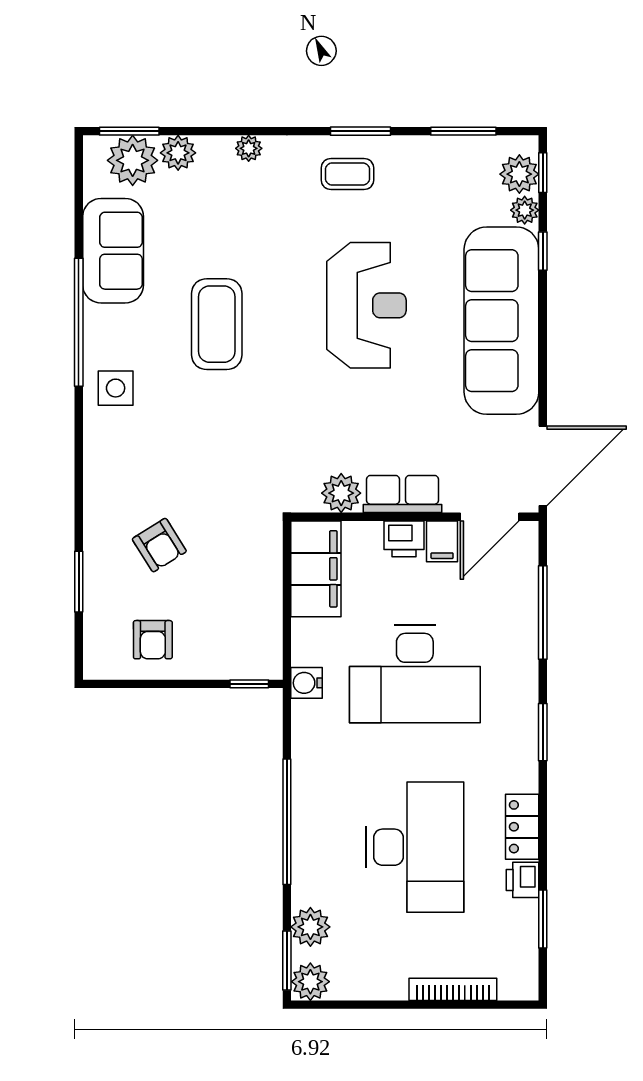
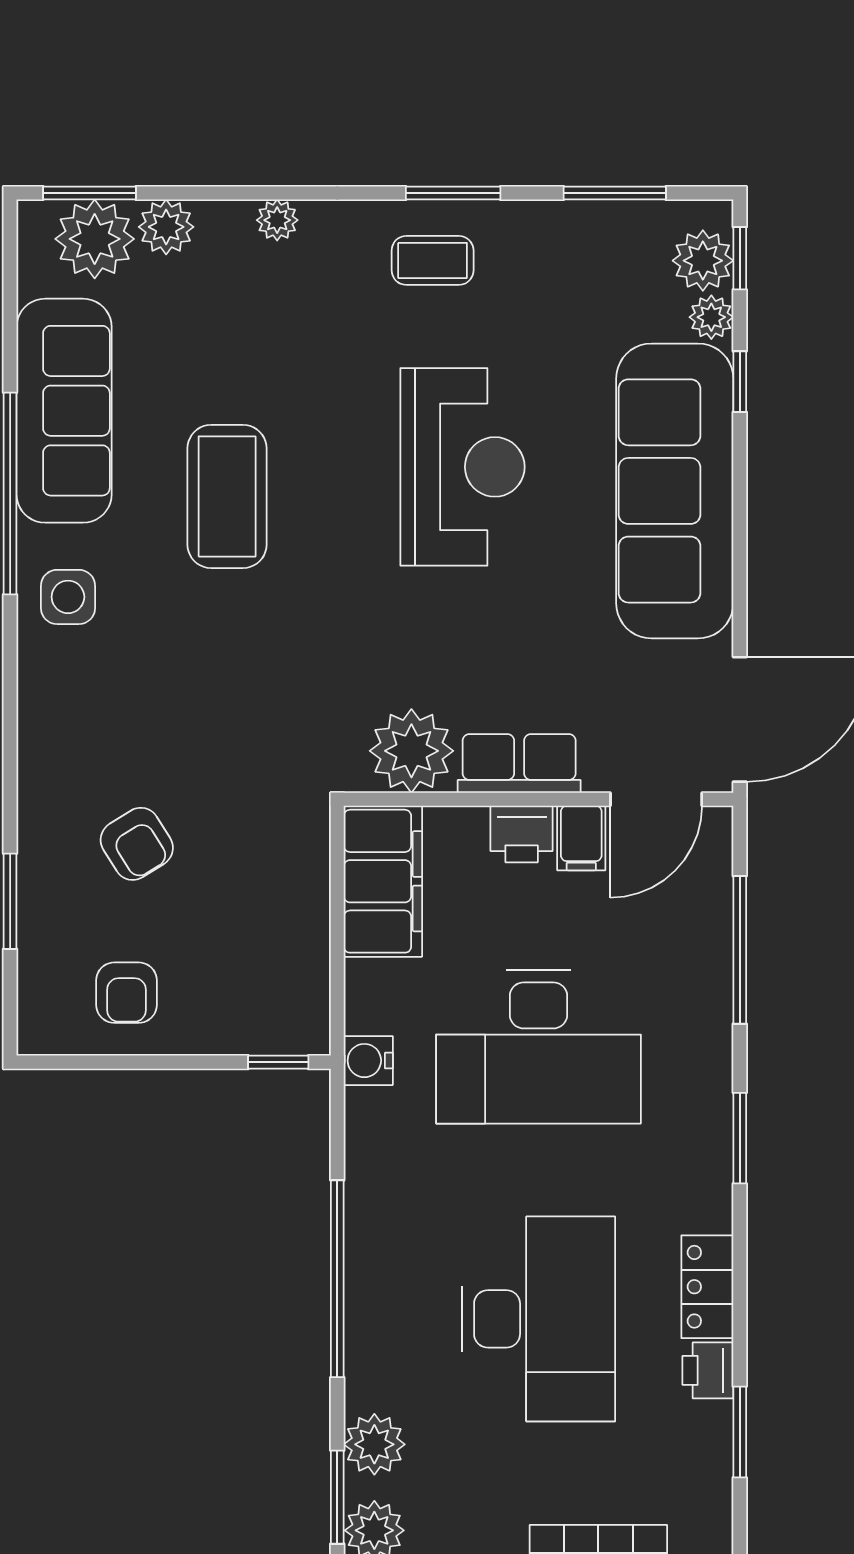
sofa: (113, 251) -> (64, 411), width x1.36
plant: (341, 493) -> (411, 751), width x1.36, depth x1.36

